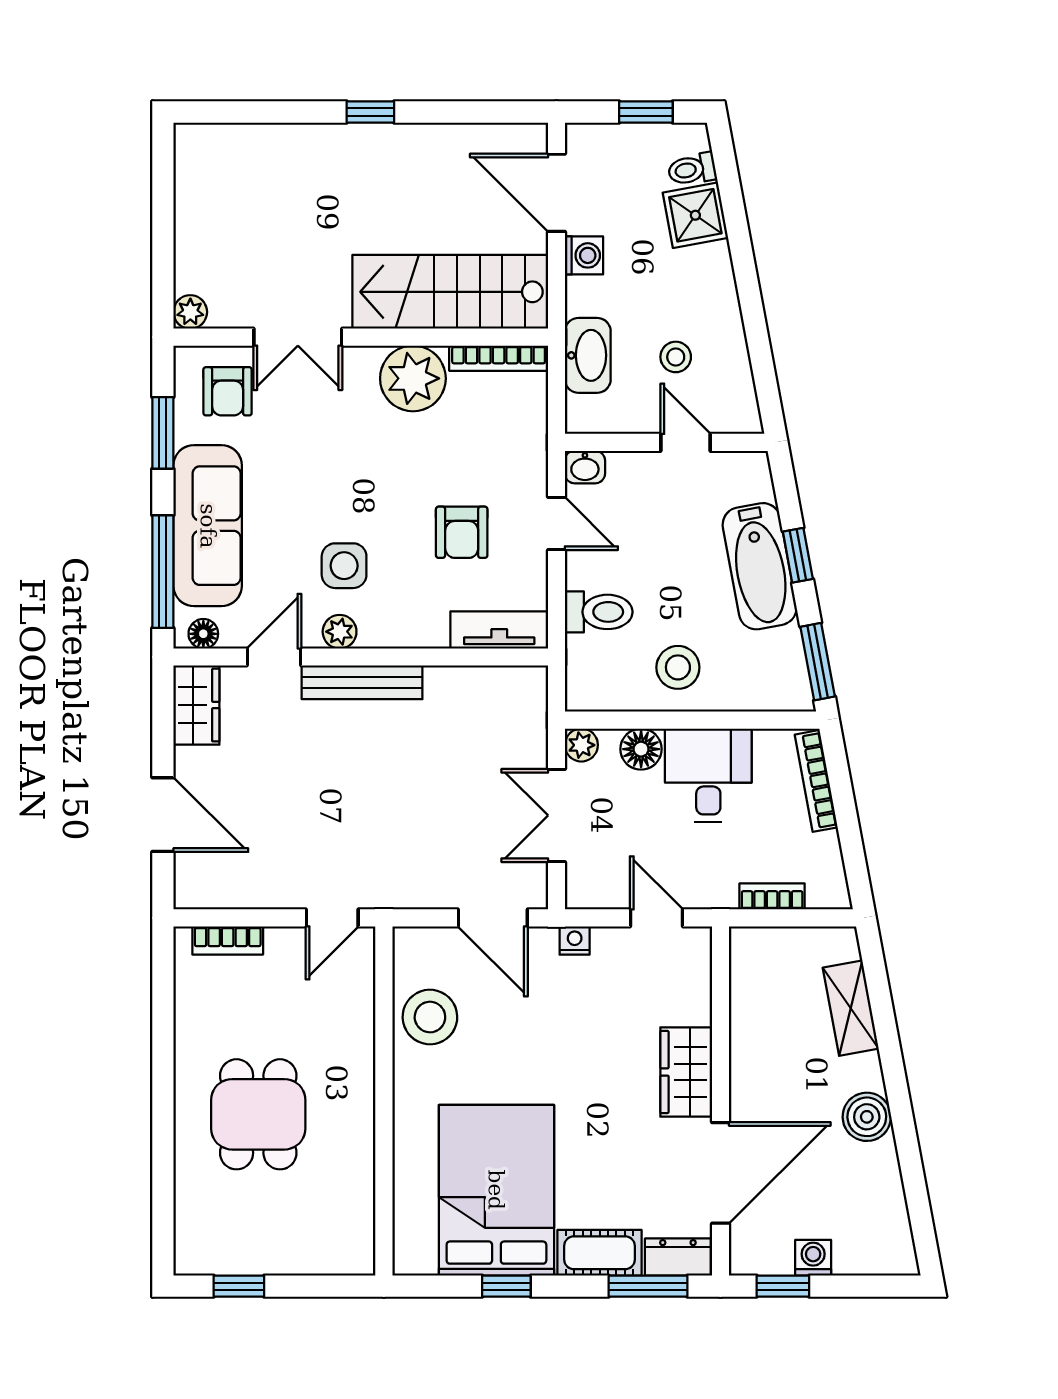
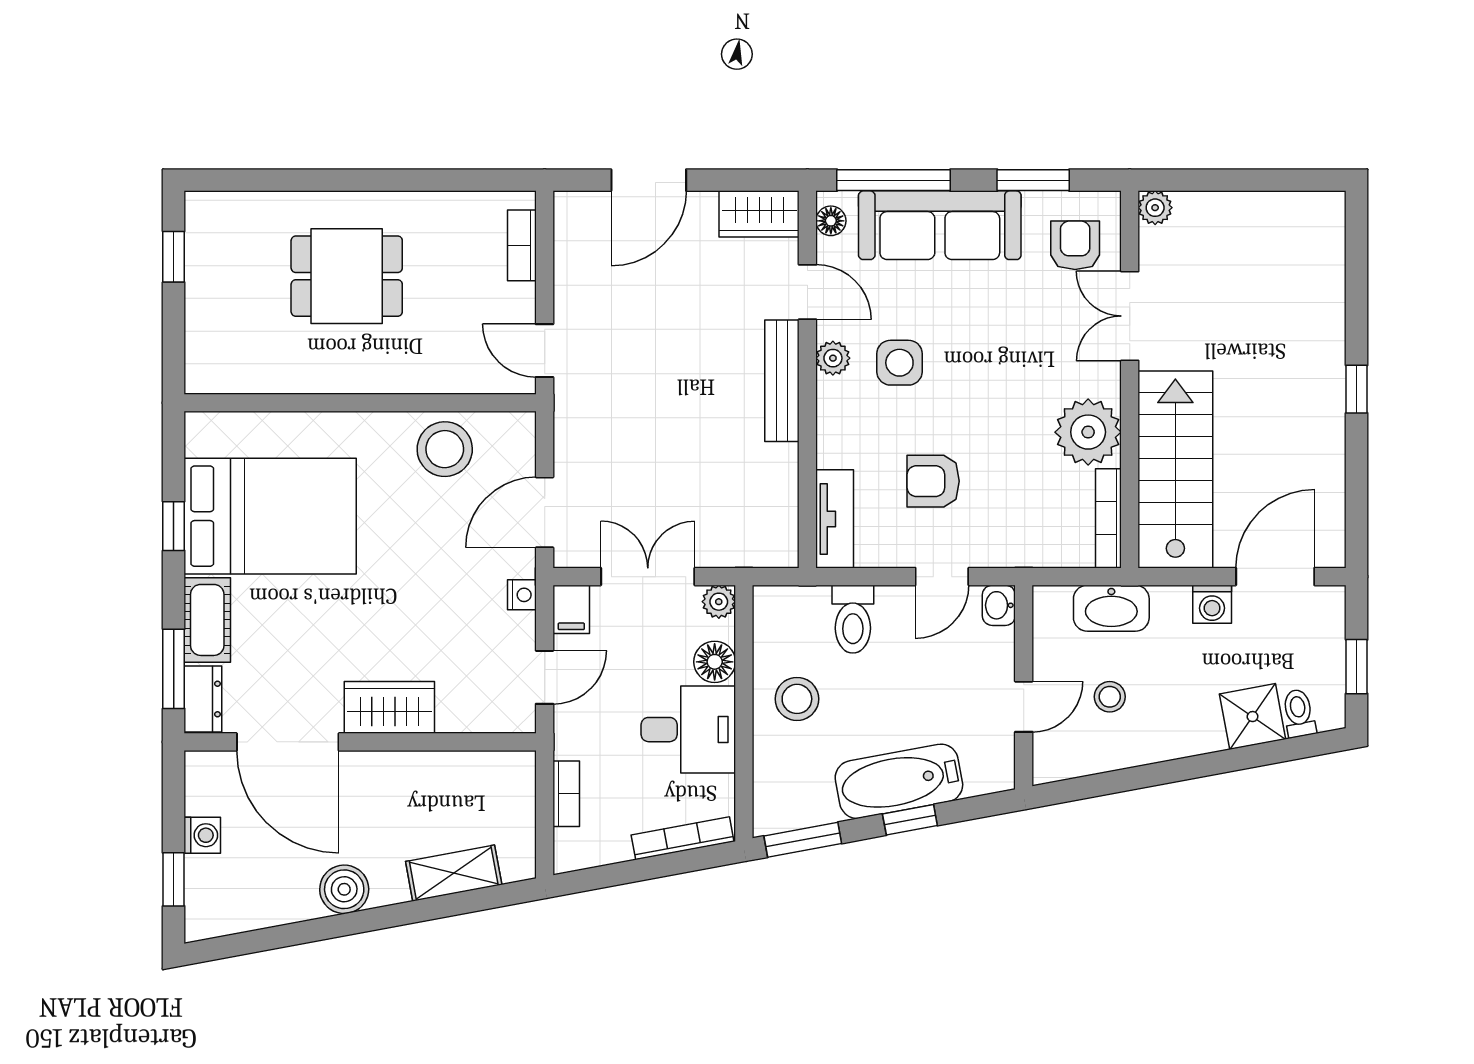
armchair: (228, 391) -> (1075, 245), turned 90
filing cabinet: (589, 891) -> (571, 609), added
window: (783, 1286) -> (174, 879), moved

